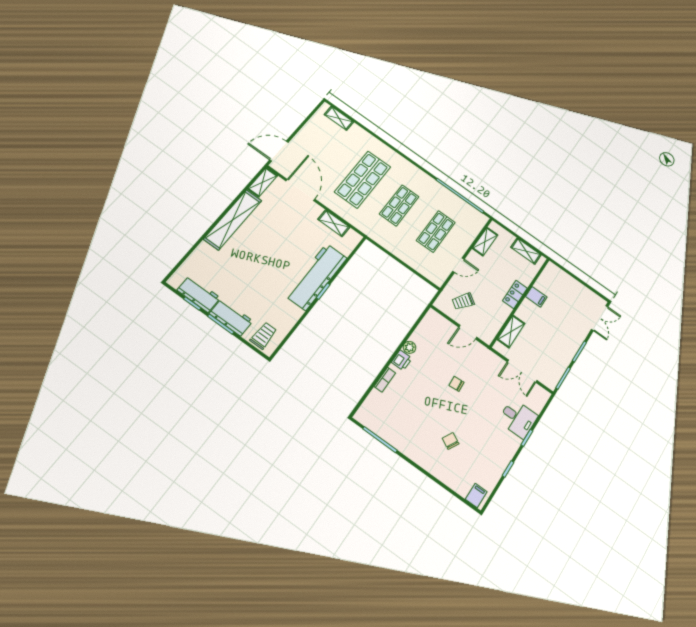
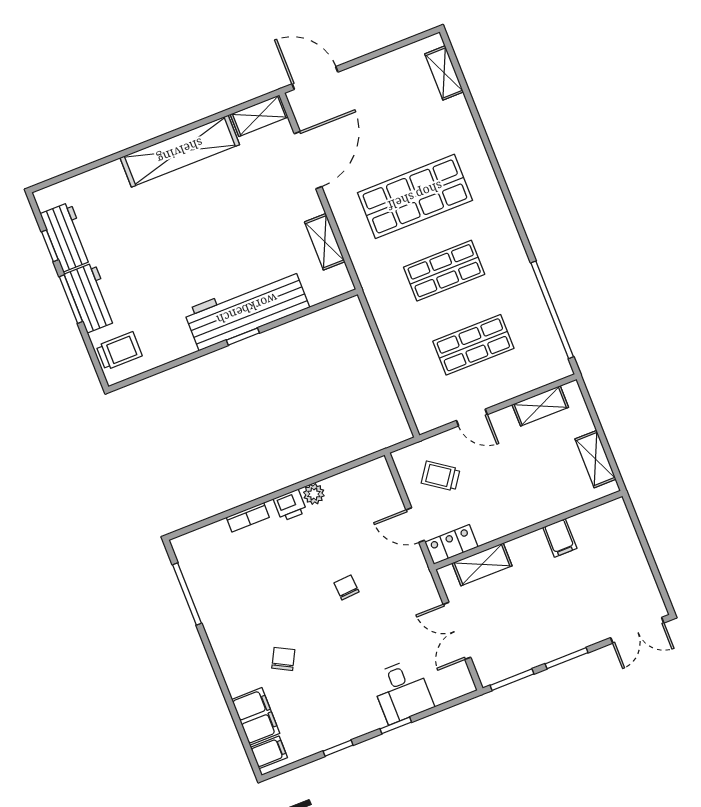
locker: (515, 294) -> (451, 544), moved
filing cabinet: (457, 481) -> (256, 716), added

